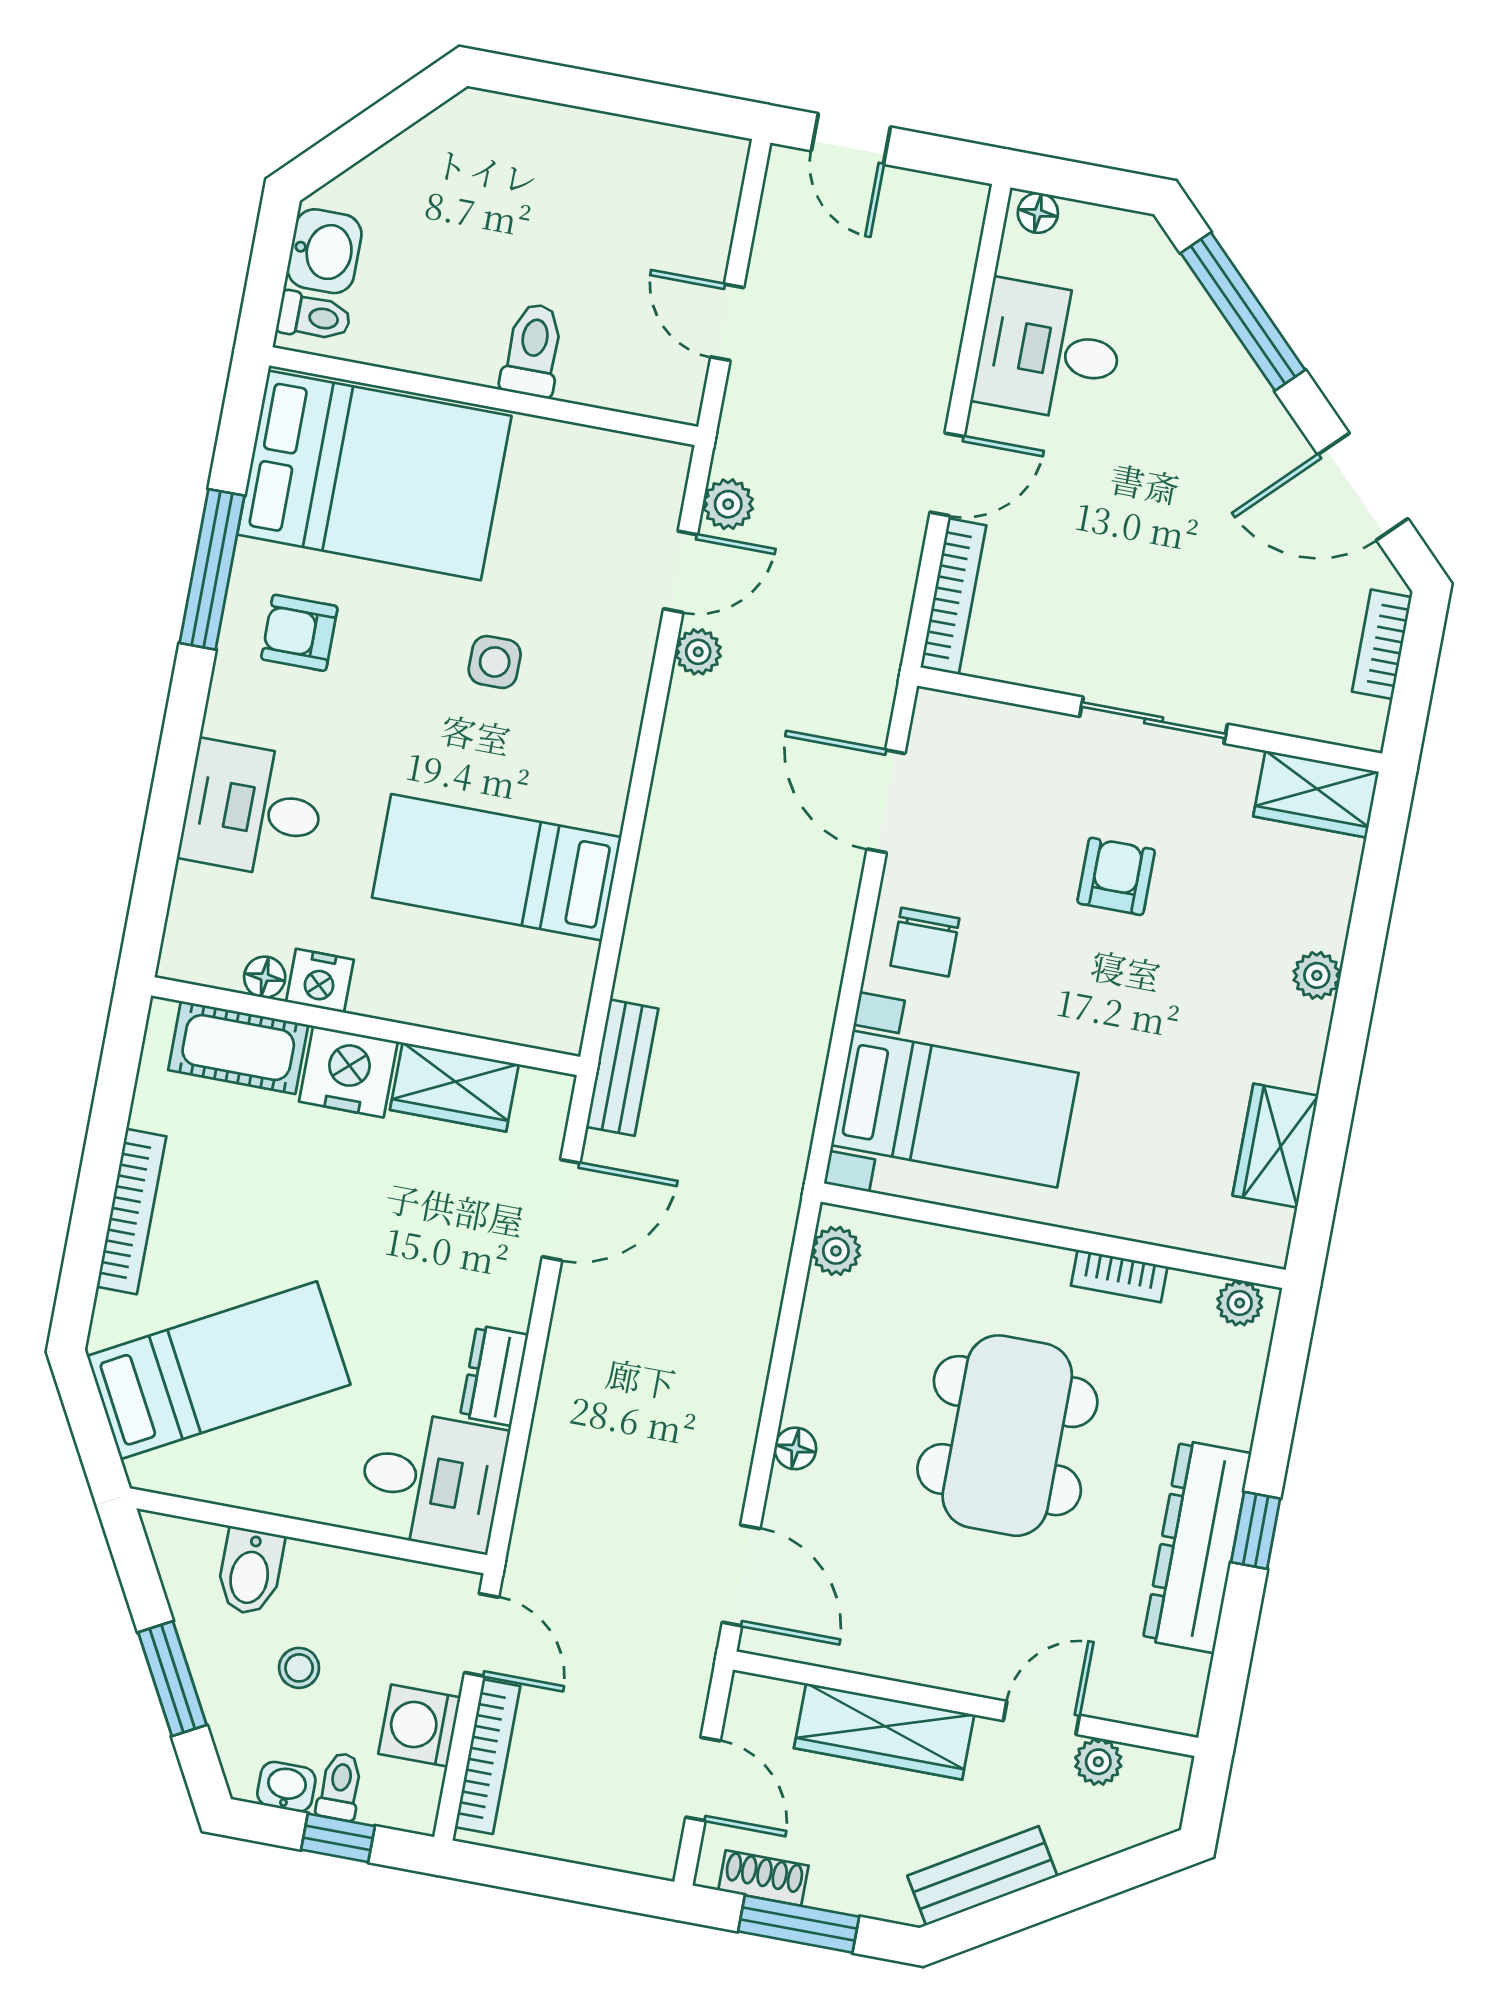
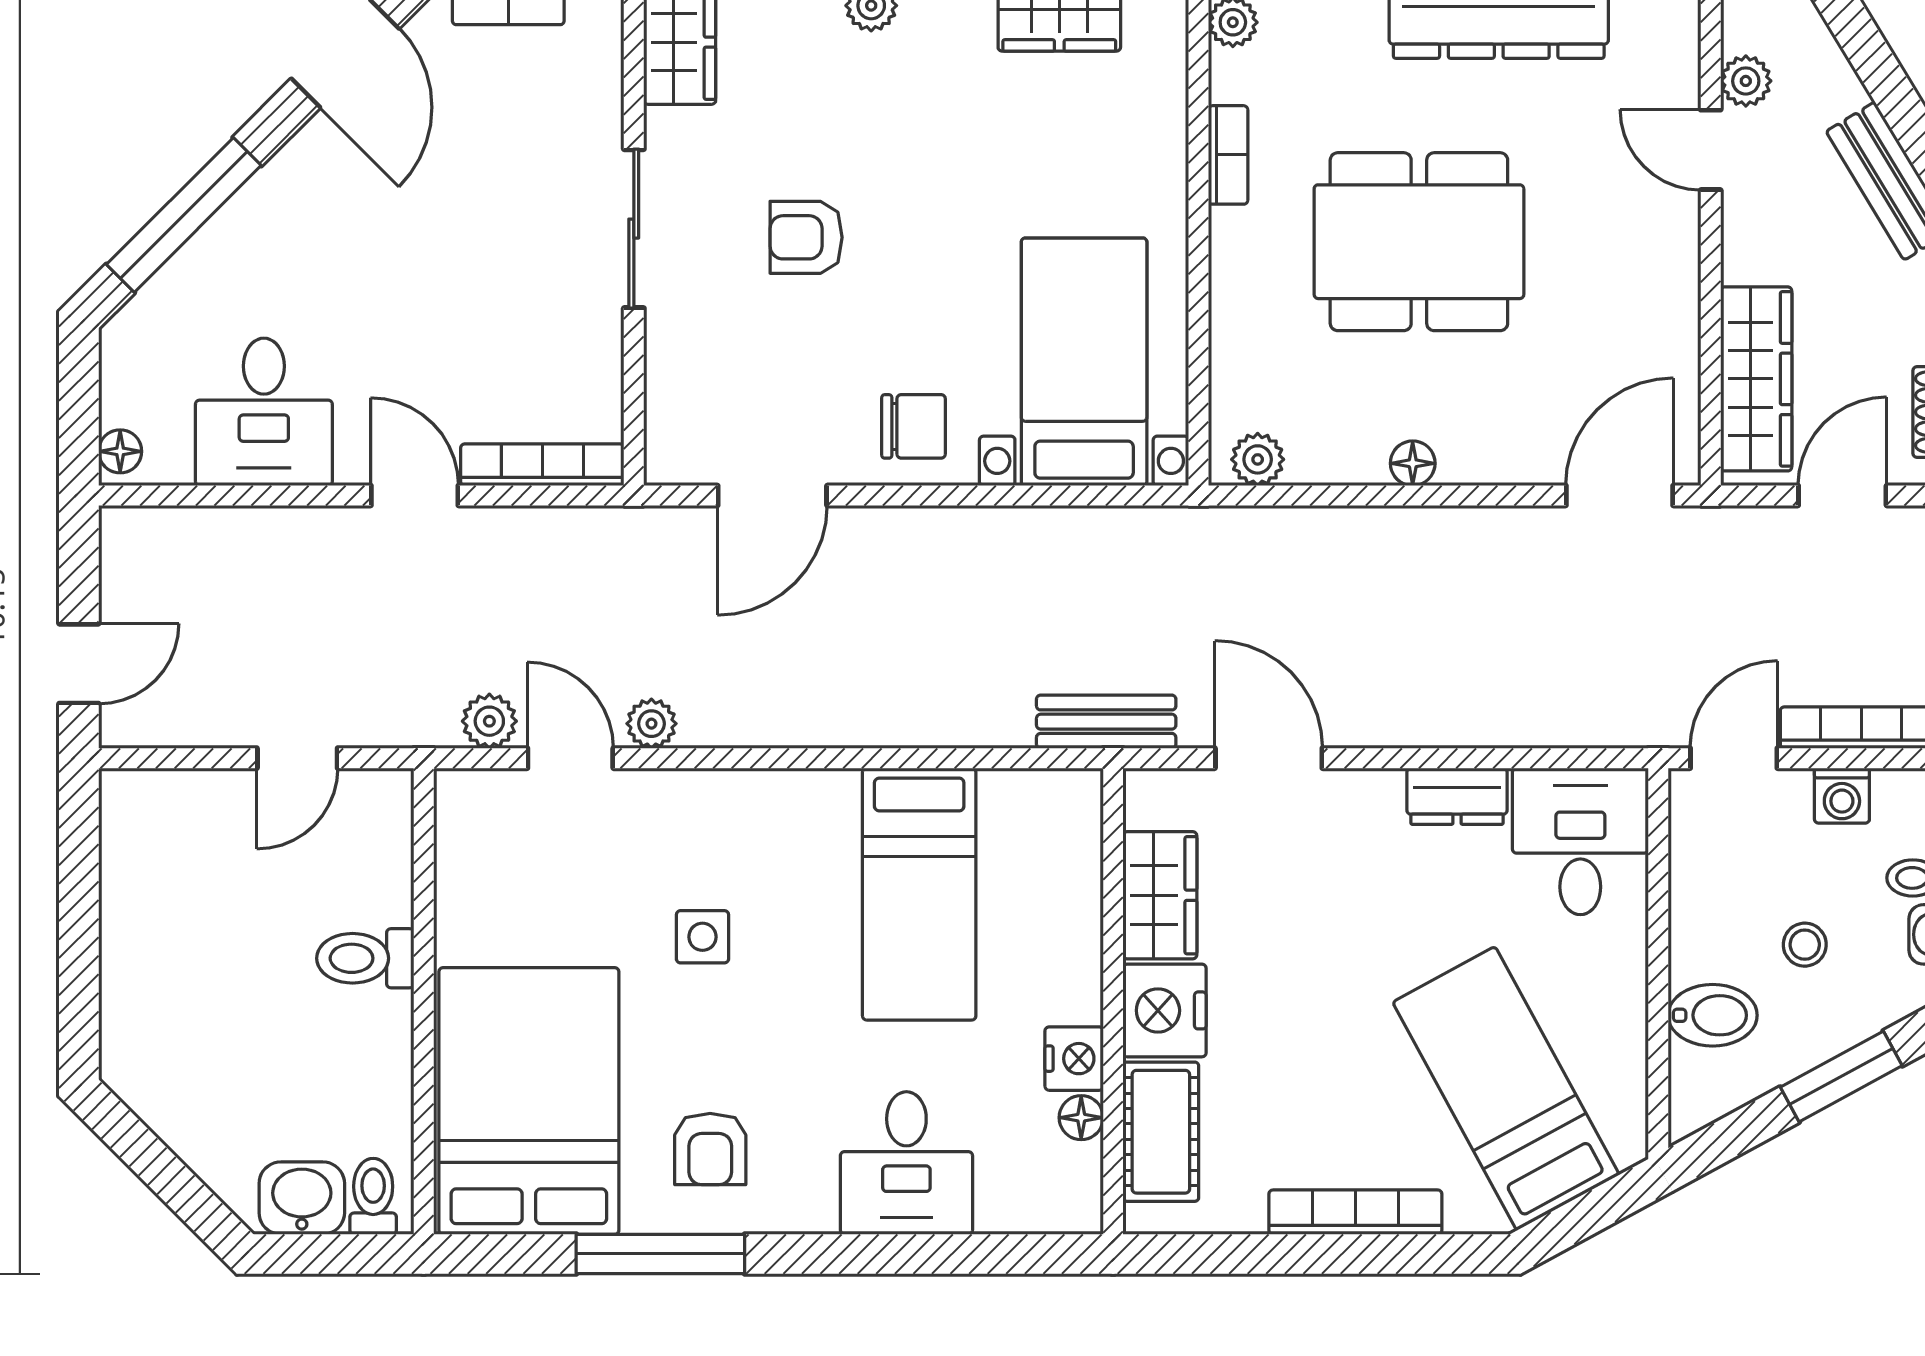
floor lamp: (795, 1448) -> (1413, 463), moved
washing machine: (419, 1726) -> (1842, 796), width x0.73, depth x0.73
wardrobe: (884, 1731) -> (1756, 379), moved

